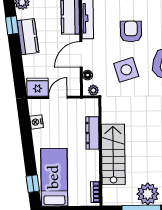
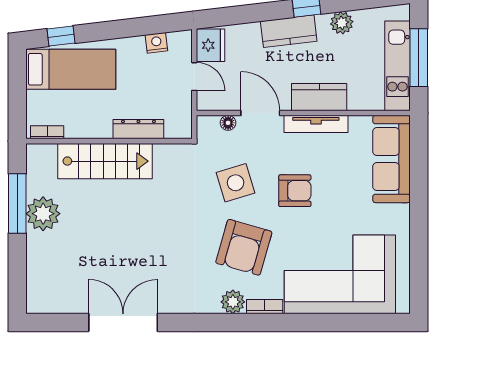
plant: (93, 90) -> (205, 131), removed

